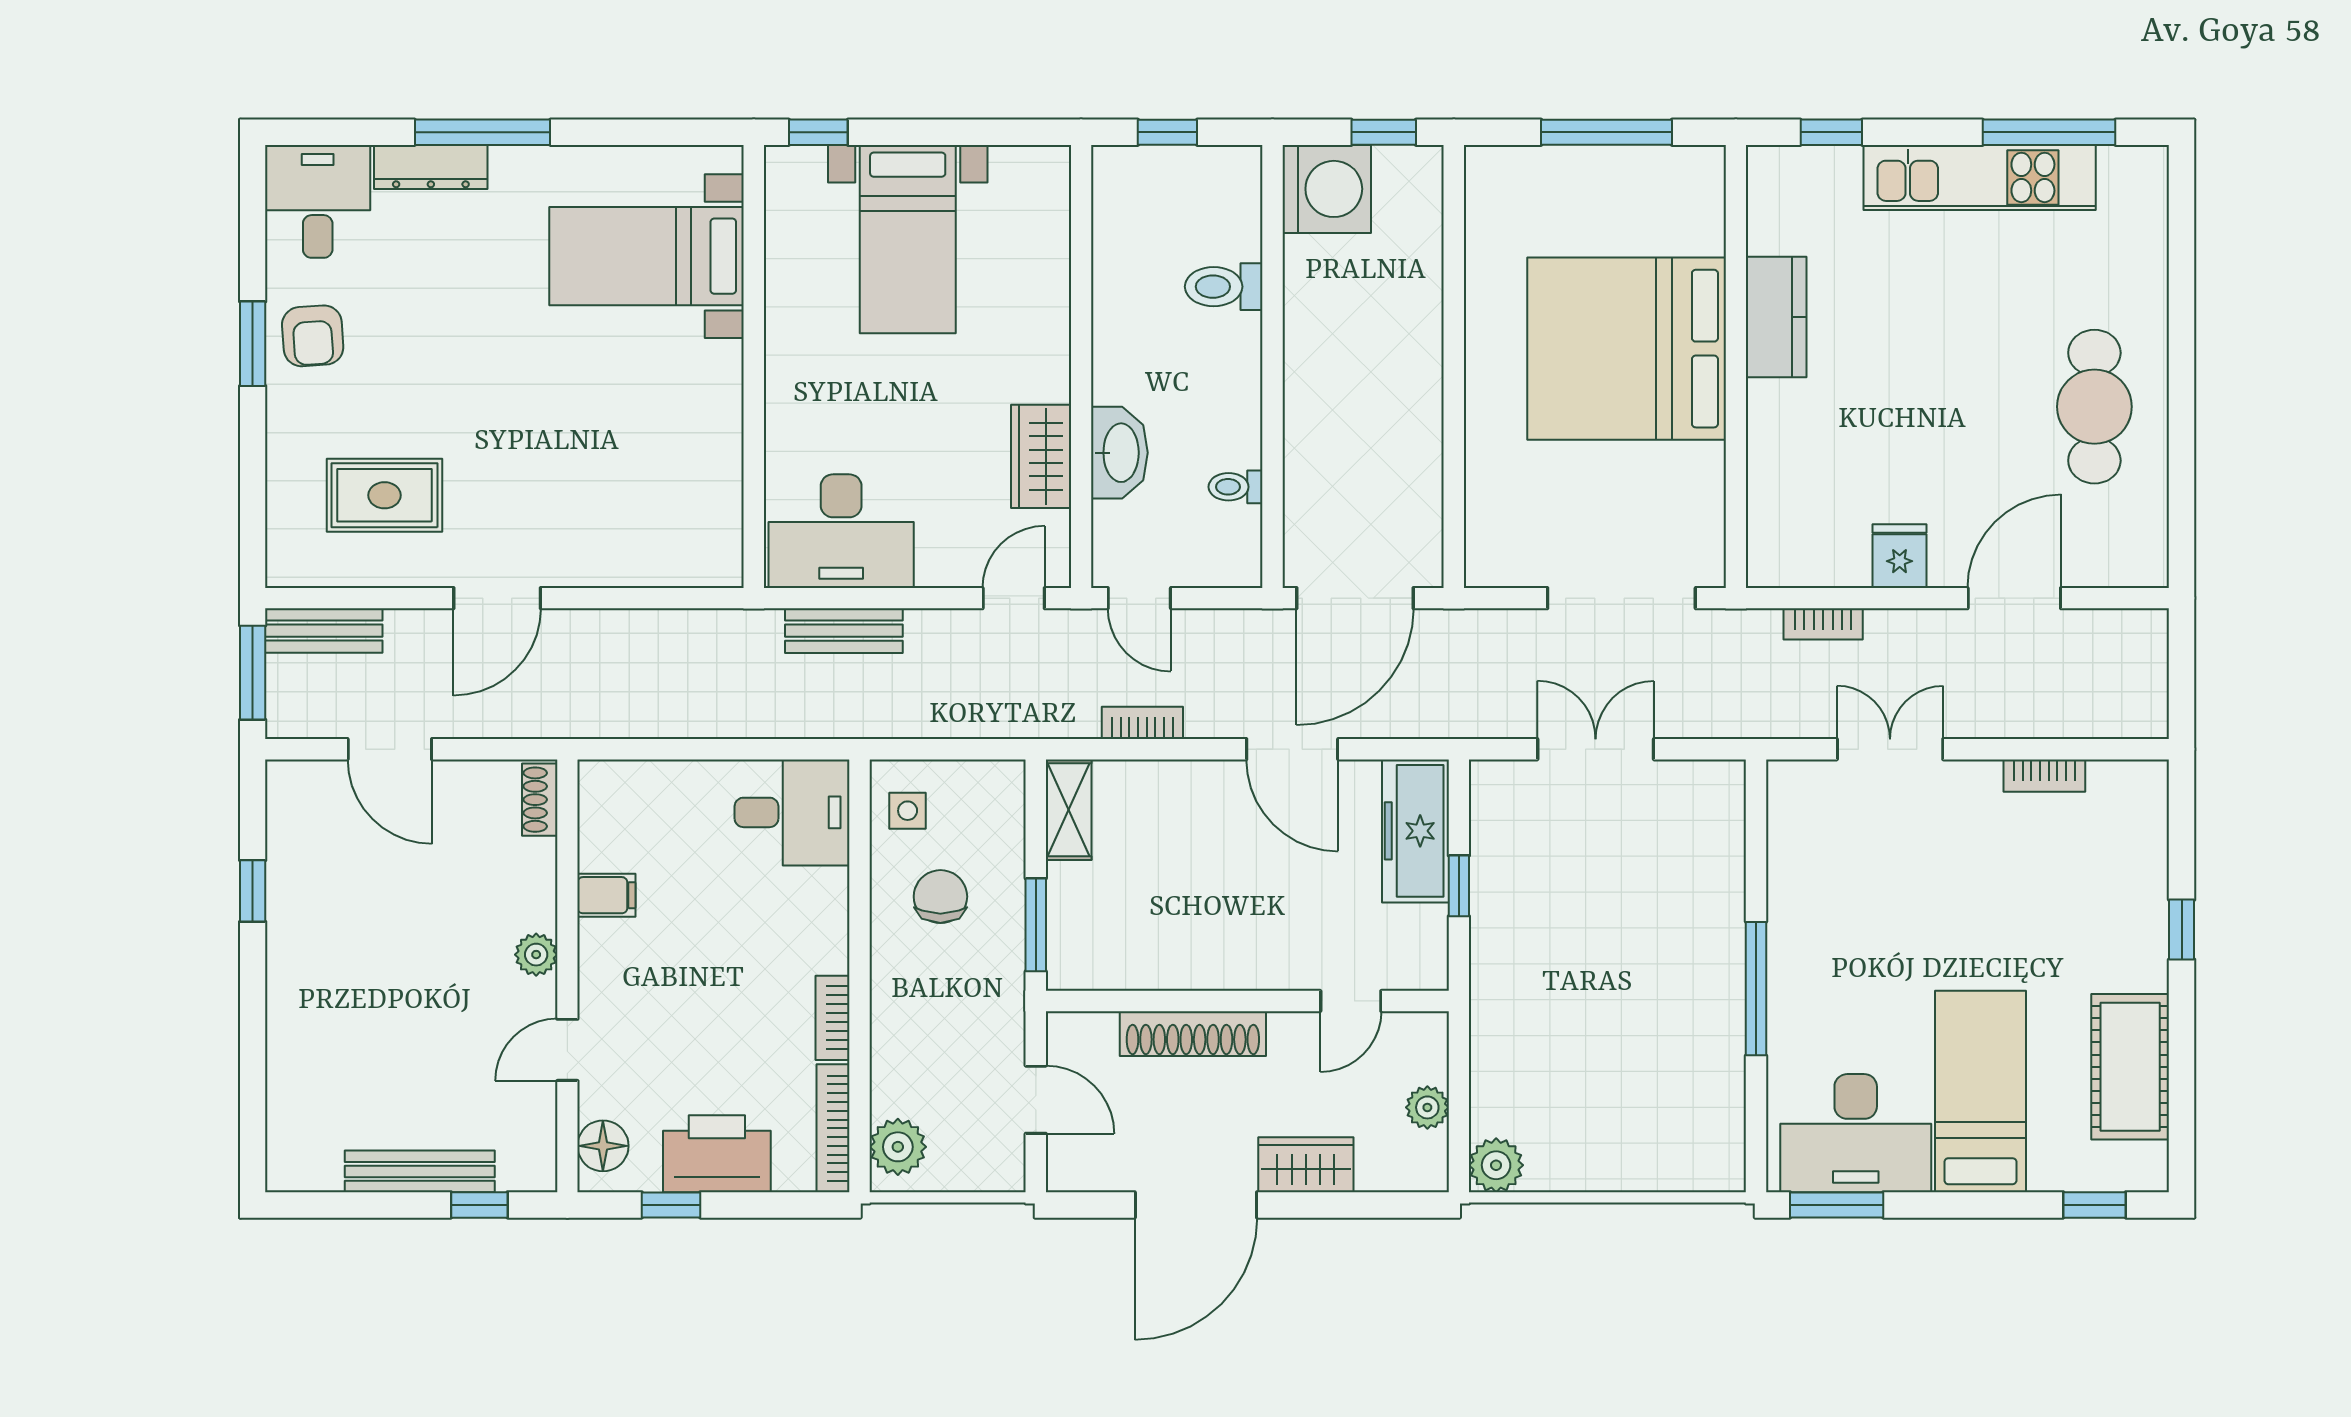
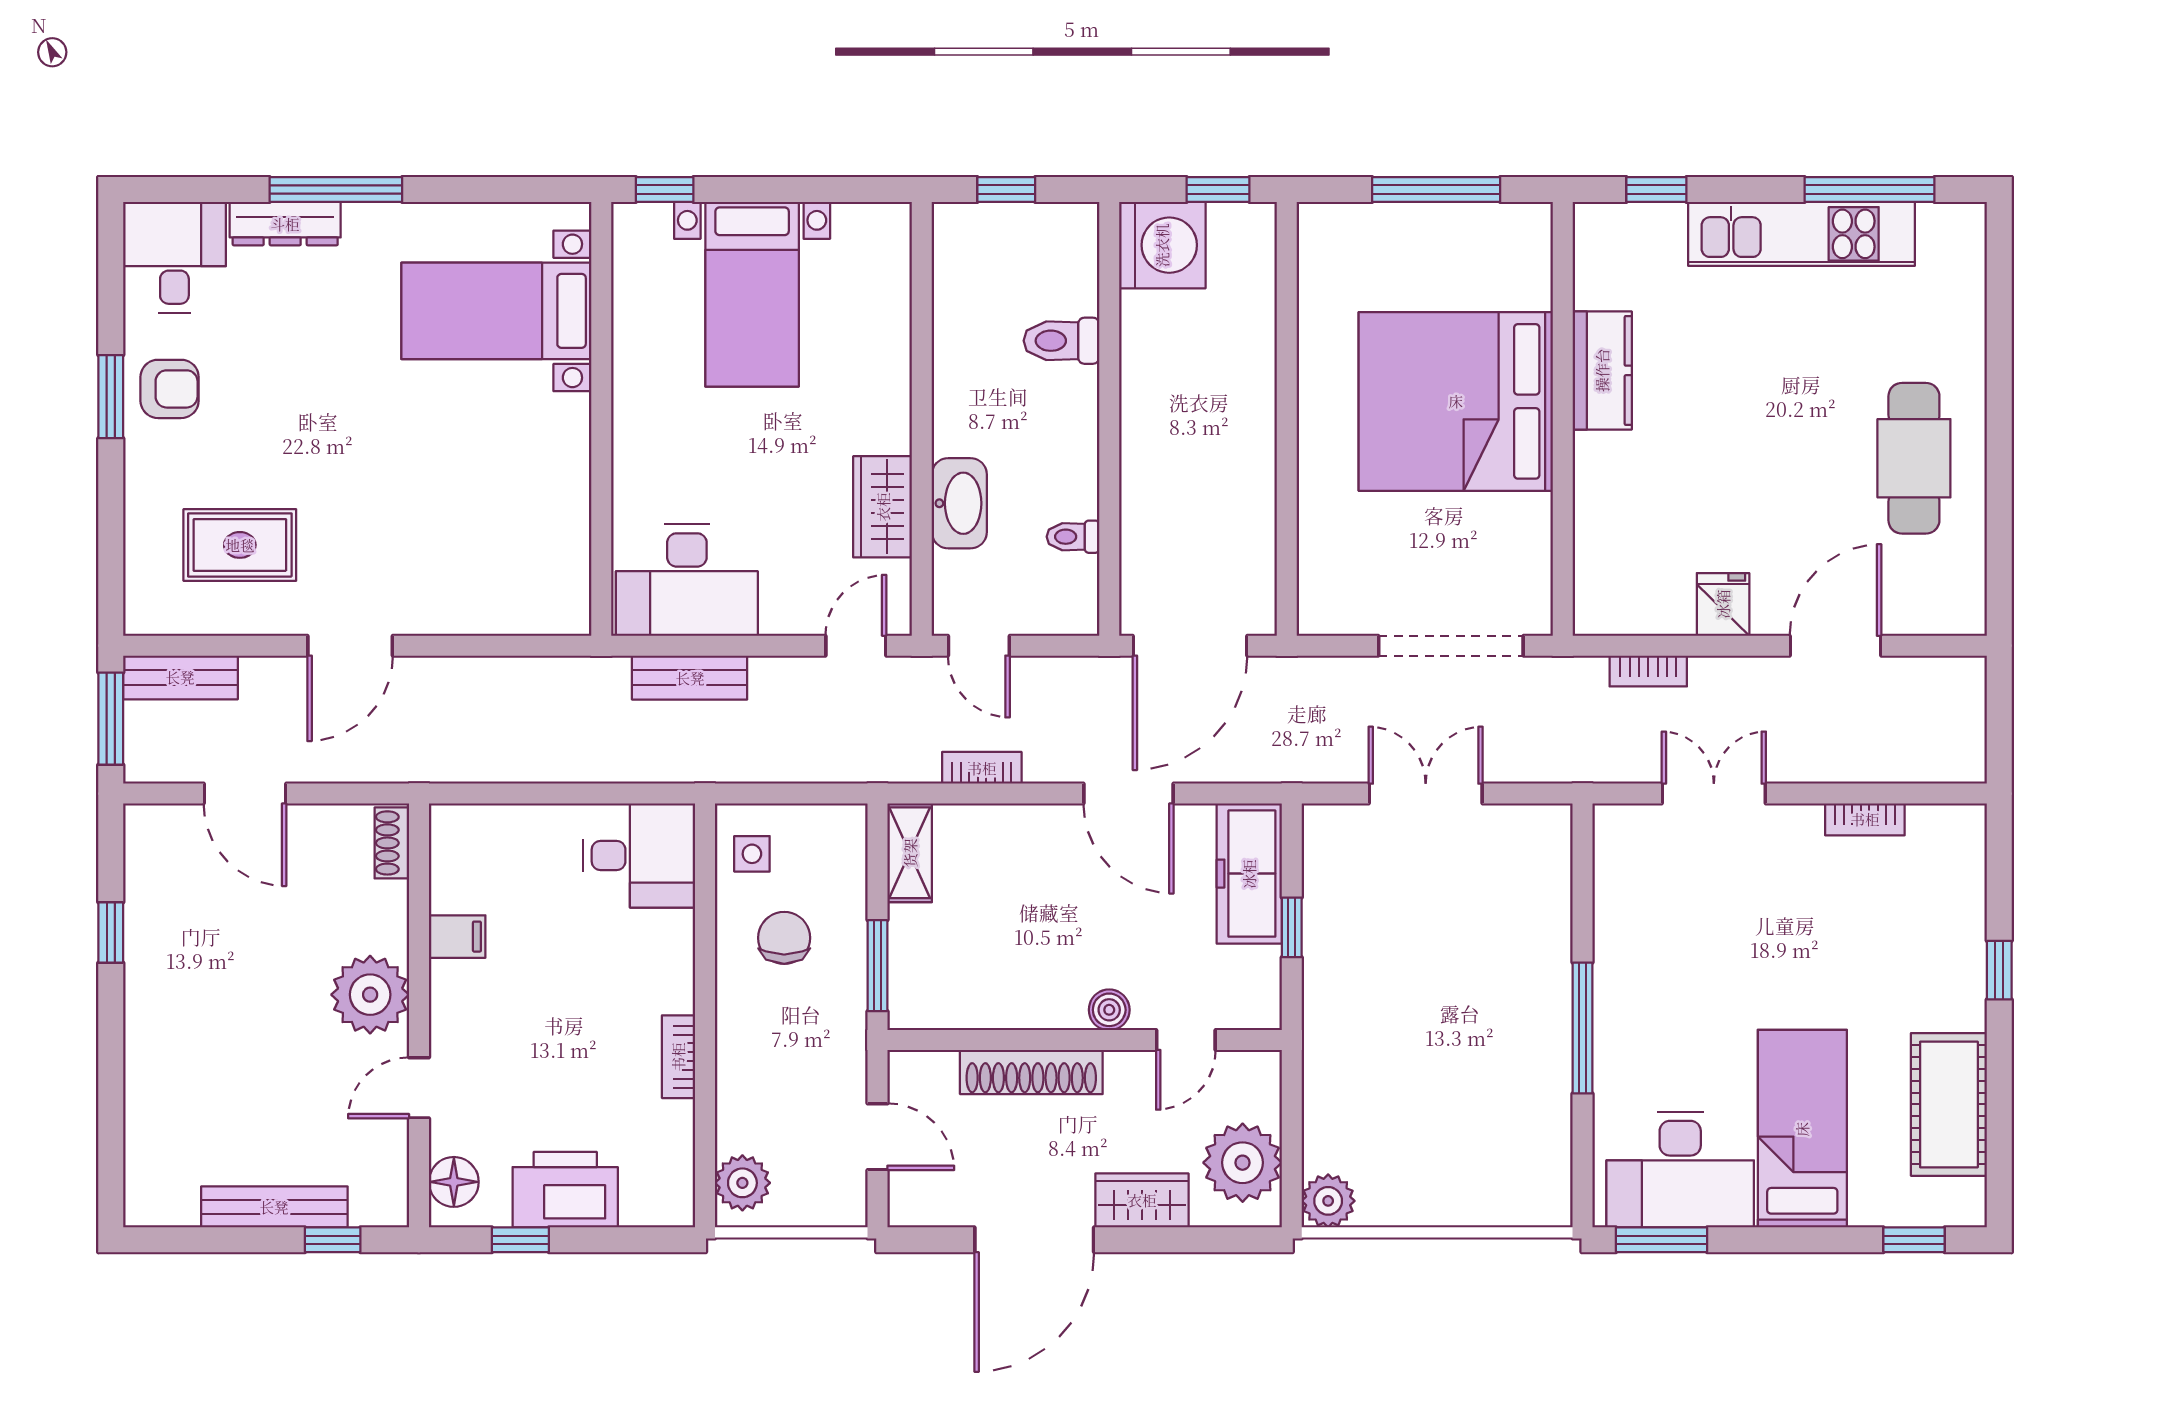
armchair: (313, 336) -> (170, 389), turned -86
plant: (536, 955) -> (370, 995), width x1.87, depth x1.87
boiler: (1272, 970) -> (1109, 1010), added
plant: (1427, 1107) -> (1243, 1163), width x1.88, depth x1.88
bookcase: (833, 1128) -> (679, 1165), removed

